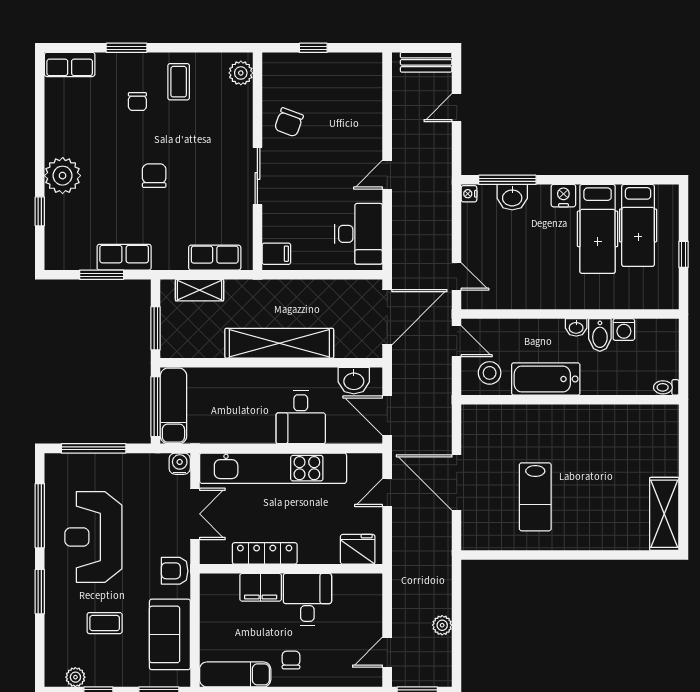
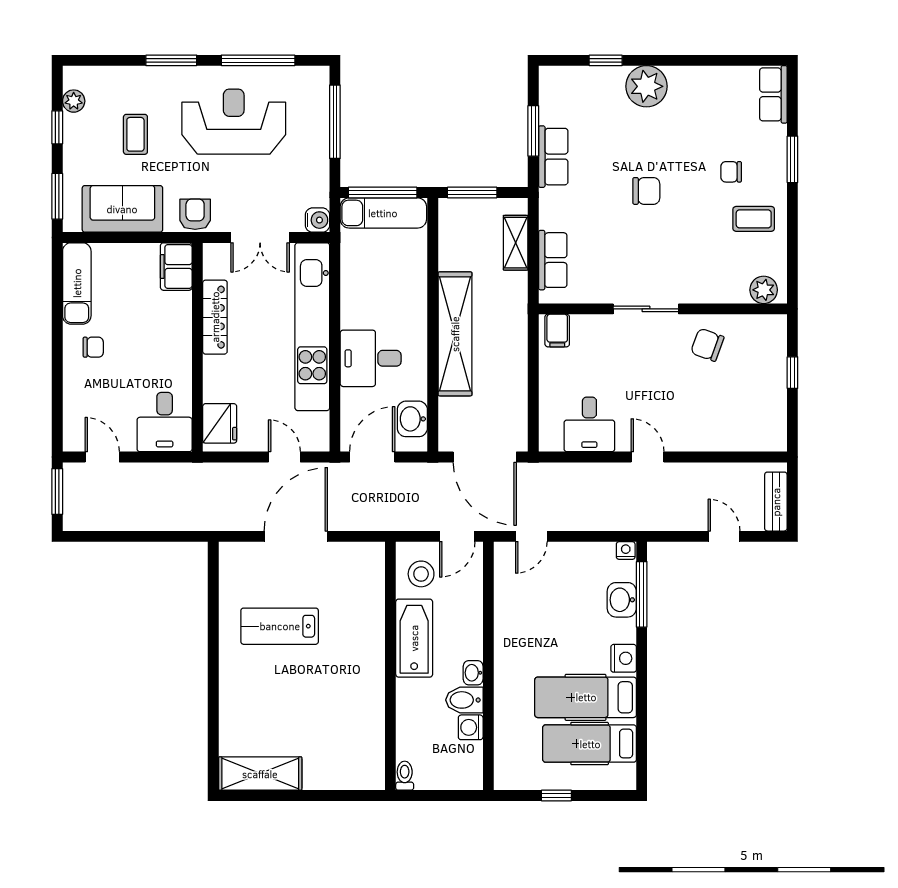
desk: (359, 234) -> (589, 424), width x0.73
filing cabinet: (261, 587) -> (176, 267), moved
desk: (307, 599) -> (165, 422), moved, turned 90
plant: (442, 625) -> (133, 520), removed

